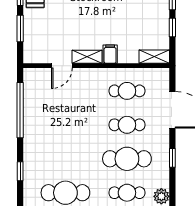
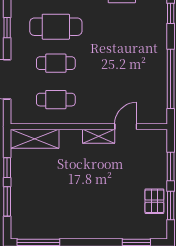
filing cabinet: (110, 54) -> (74, 139), removed
shelving: (154, 57) -> (35, 139), width x1.50, depth x1.33

